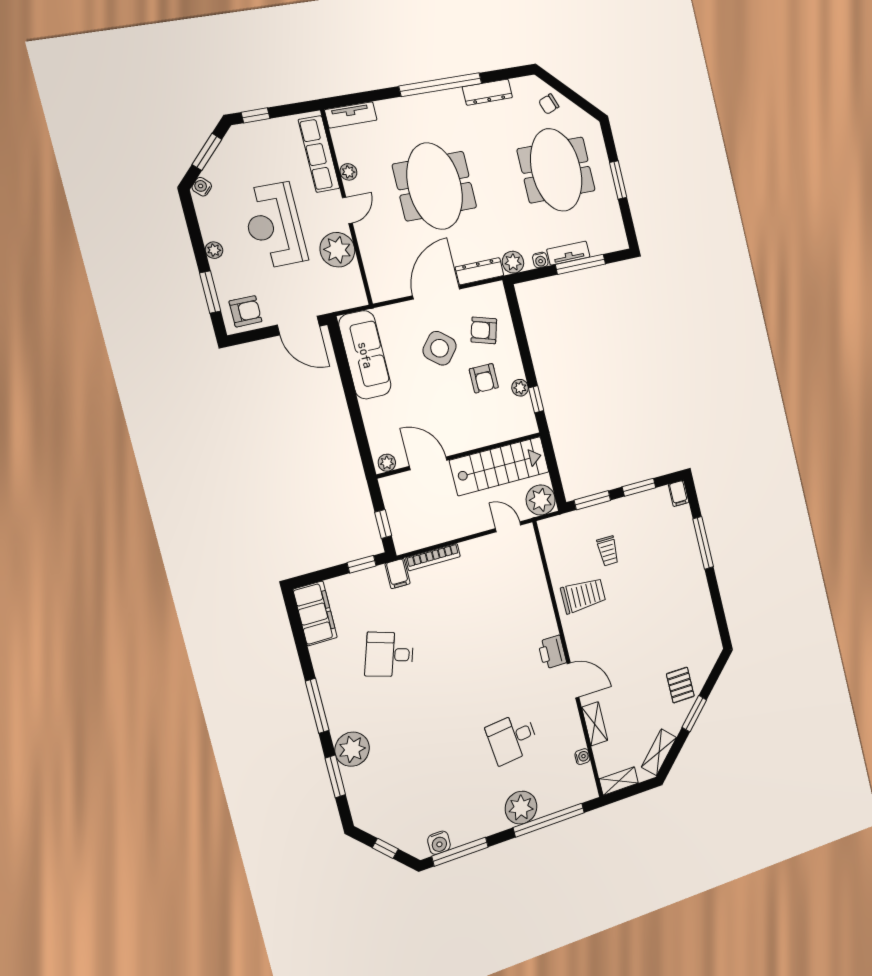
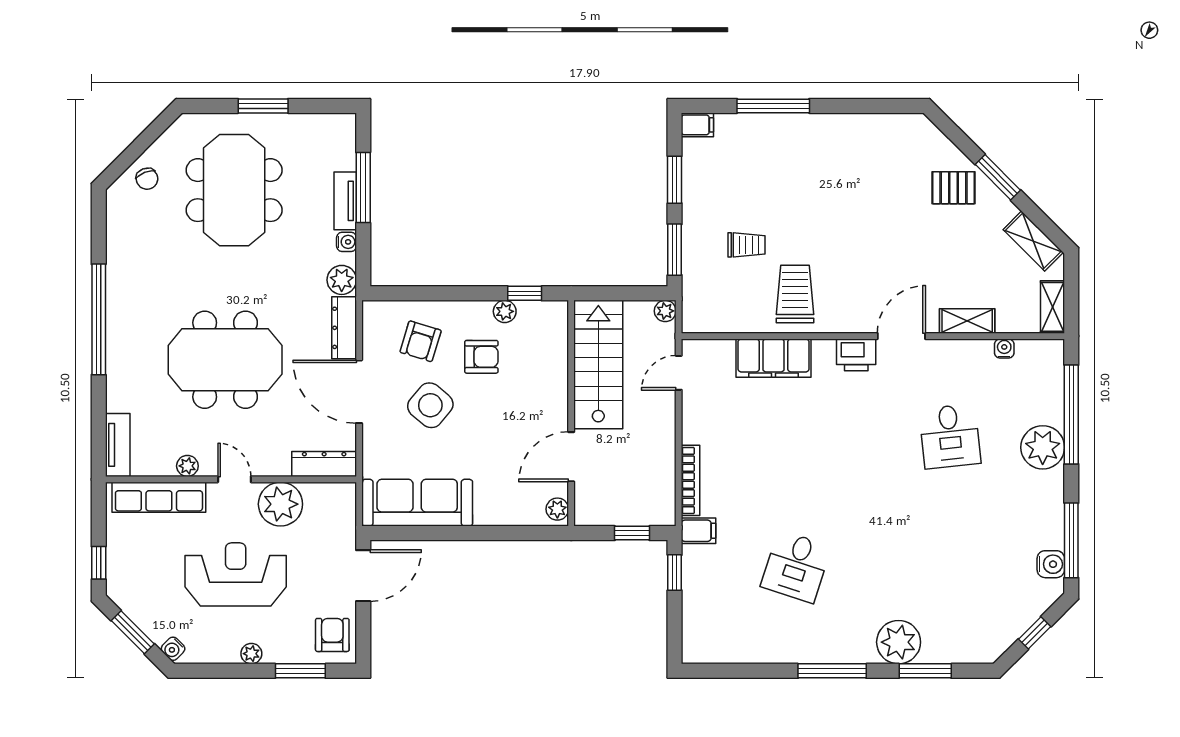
dresser: (487, 92) -> (324, 464), moved, turned -90
meeting table: (556, 170) -> (234, 190), turned 90
reception desk: (274, 225) -> (236, 574), turned 180
plant: (541, 500) -> (665, 311), width x0.53, depth x0.53
filing cabinet: (315, 613) -> (773, 358), moved, turned 180

